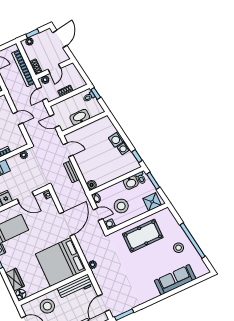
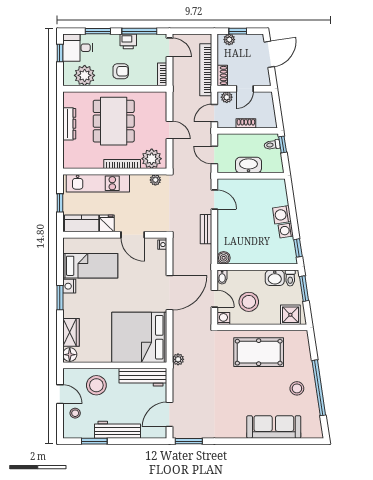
plant: (15, 142) -> (152, 159), added

